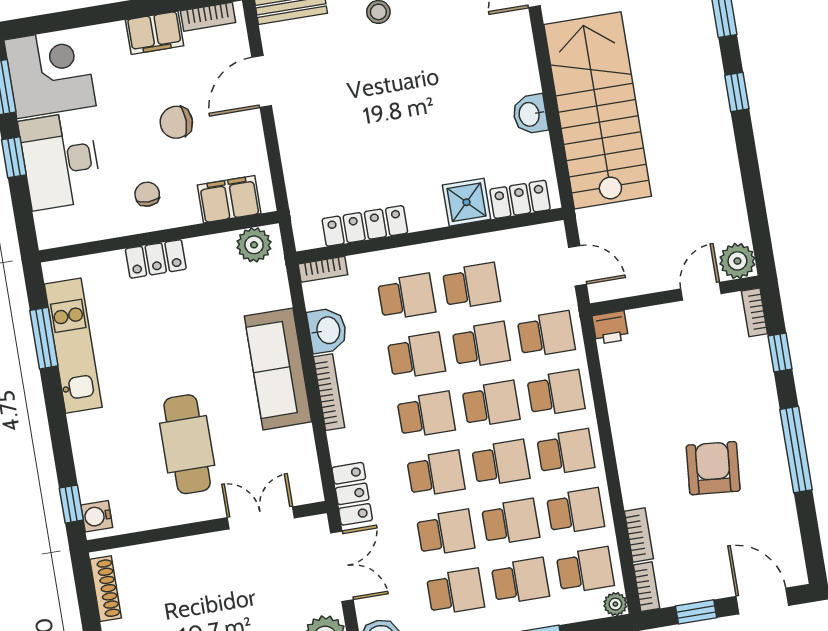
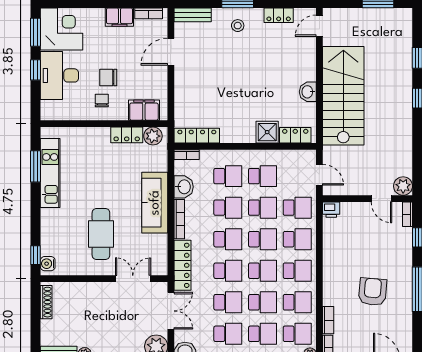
chair: (176, 122) -> (108, 78), moved
locker: (365, 226) -> (197, 136), moved
locker: (156, 259) -> (127, 135), moved
door: (701, 291) -> (381, 199), swing flipped
locker: (352, 494) -> (183, 265), width x1.53

